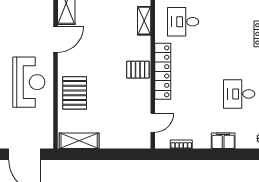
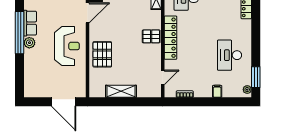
desk: (239, 94) -> (230, 55), width x1.37
shelving: (79, 141) -> (121, 91), moved
filing cabinet: (223, 141) -> (217, 91), width x0.50

